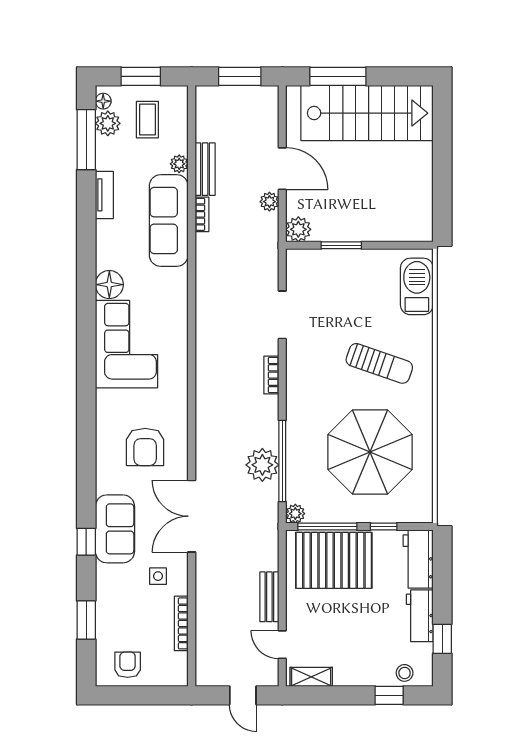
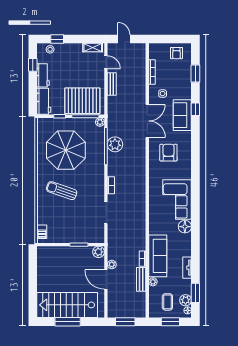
window: (338, 76) -> (68, 322), moved
window: (86, 140) -> (195, 293), width x0.69
barbecue: (417, 286) -> (42, 232), width x0.53, depth x0.65

